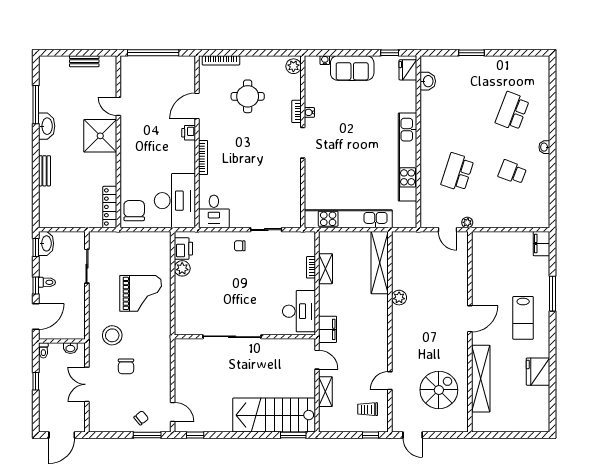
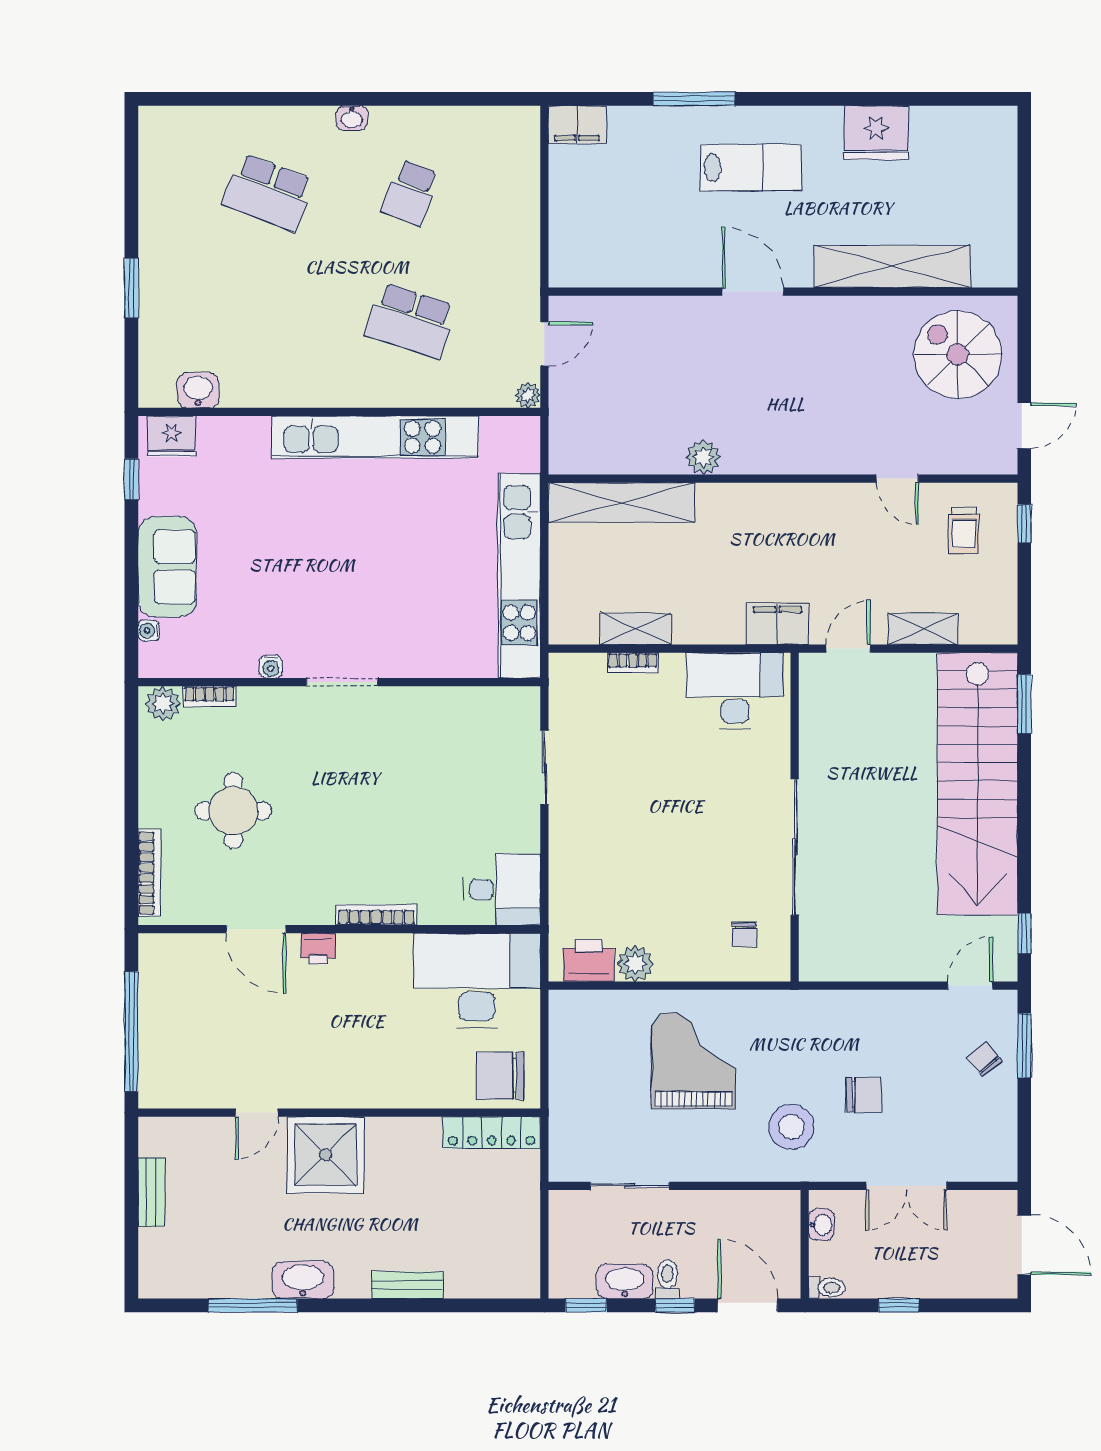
bookcase: (296, 111) -> (209, 697), moved
plant: (467, 222) -> (528, 395), moved
washbasin: (46, 243) -> (625, 1281), moved
chair: (240, 246) -> (744, 934), moved
spiral stairs: (439, 390) -> (958, 355), moved
stairs: (274, 415) -> (978, 784), width x1.36

